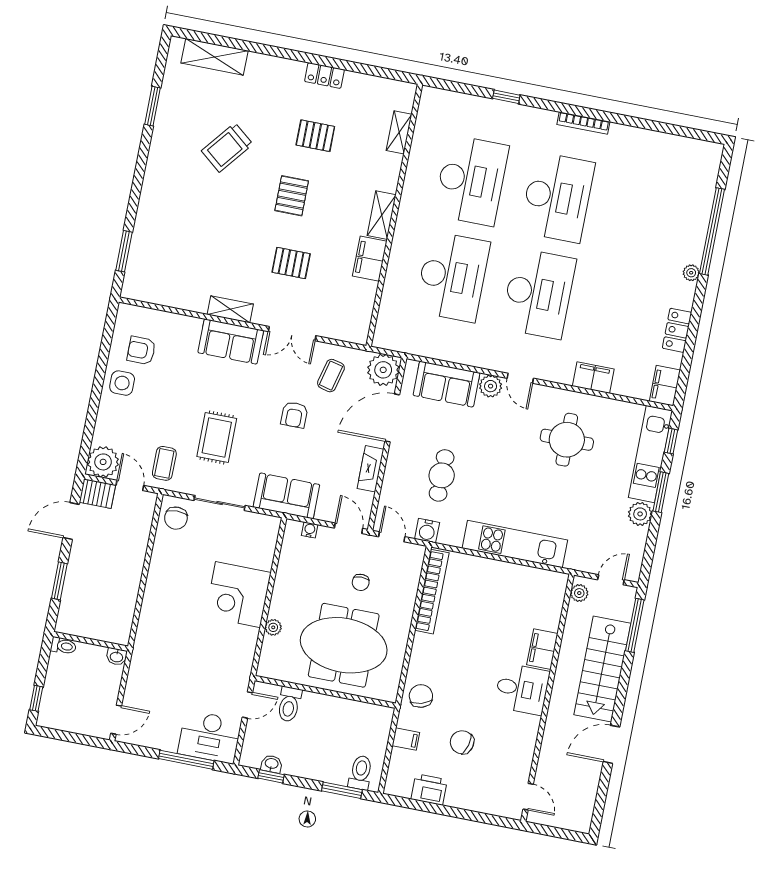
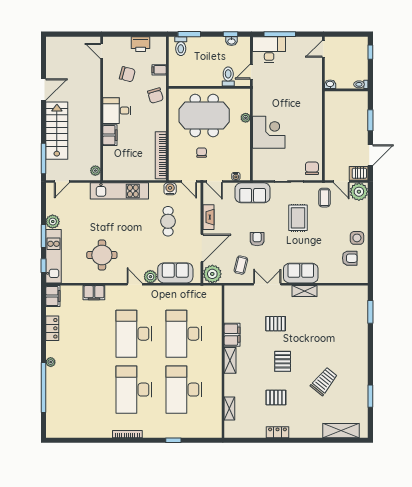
plant: (579, 593) -> (95, 171), moved
filing cabinet: (542, 649) -> (110, 135), moved
desk: (522, 689) -> (117, 111), moved
wall: (548, 698) -> (102, 108), moved
door: (528, 797) -> (102, 51), moved

